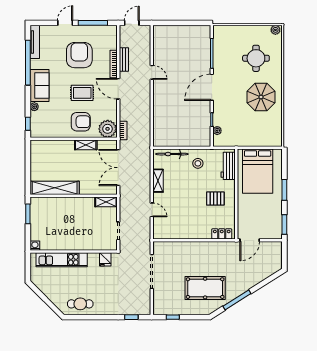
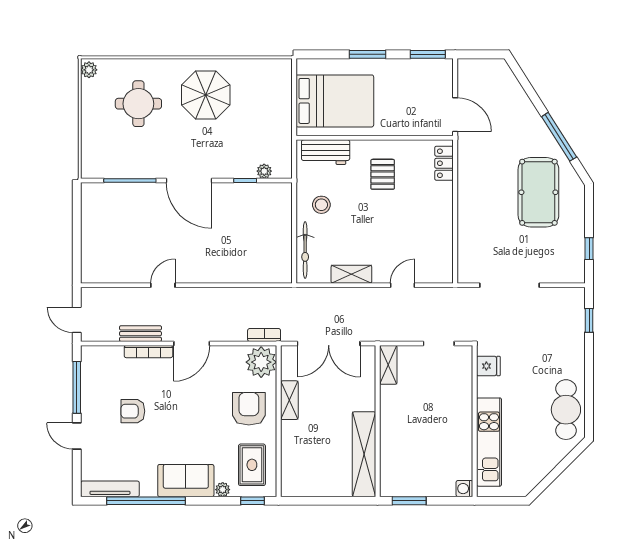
armchair: (79, 55) -> (133, 411), width x0.53, depth x0.53
rug: (82, 93) -> (252, 465), moved
cafe table: (80, 304) -> (566, 410), width x1.37, depth x1.35

